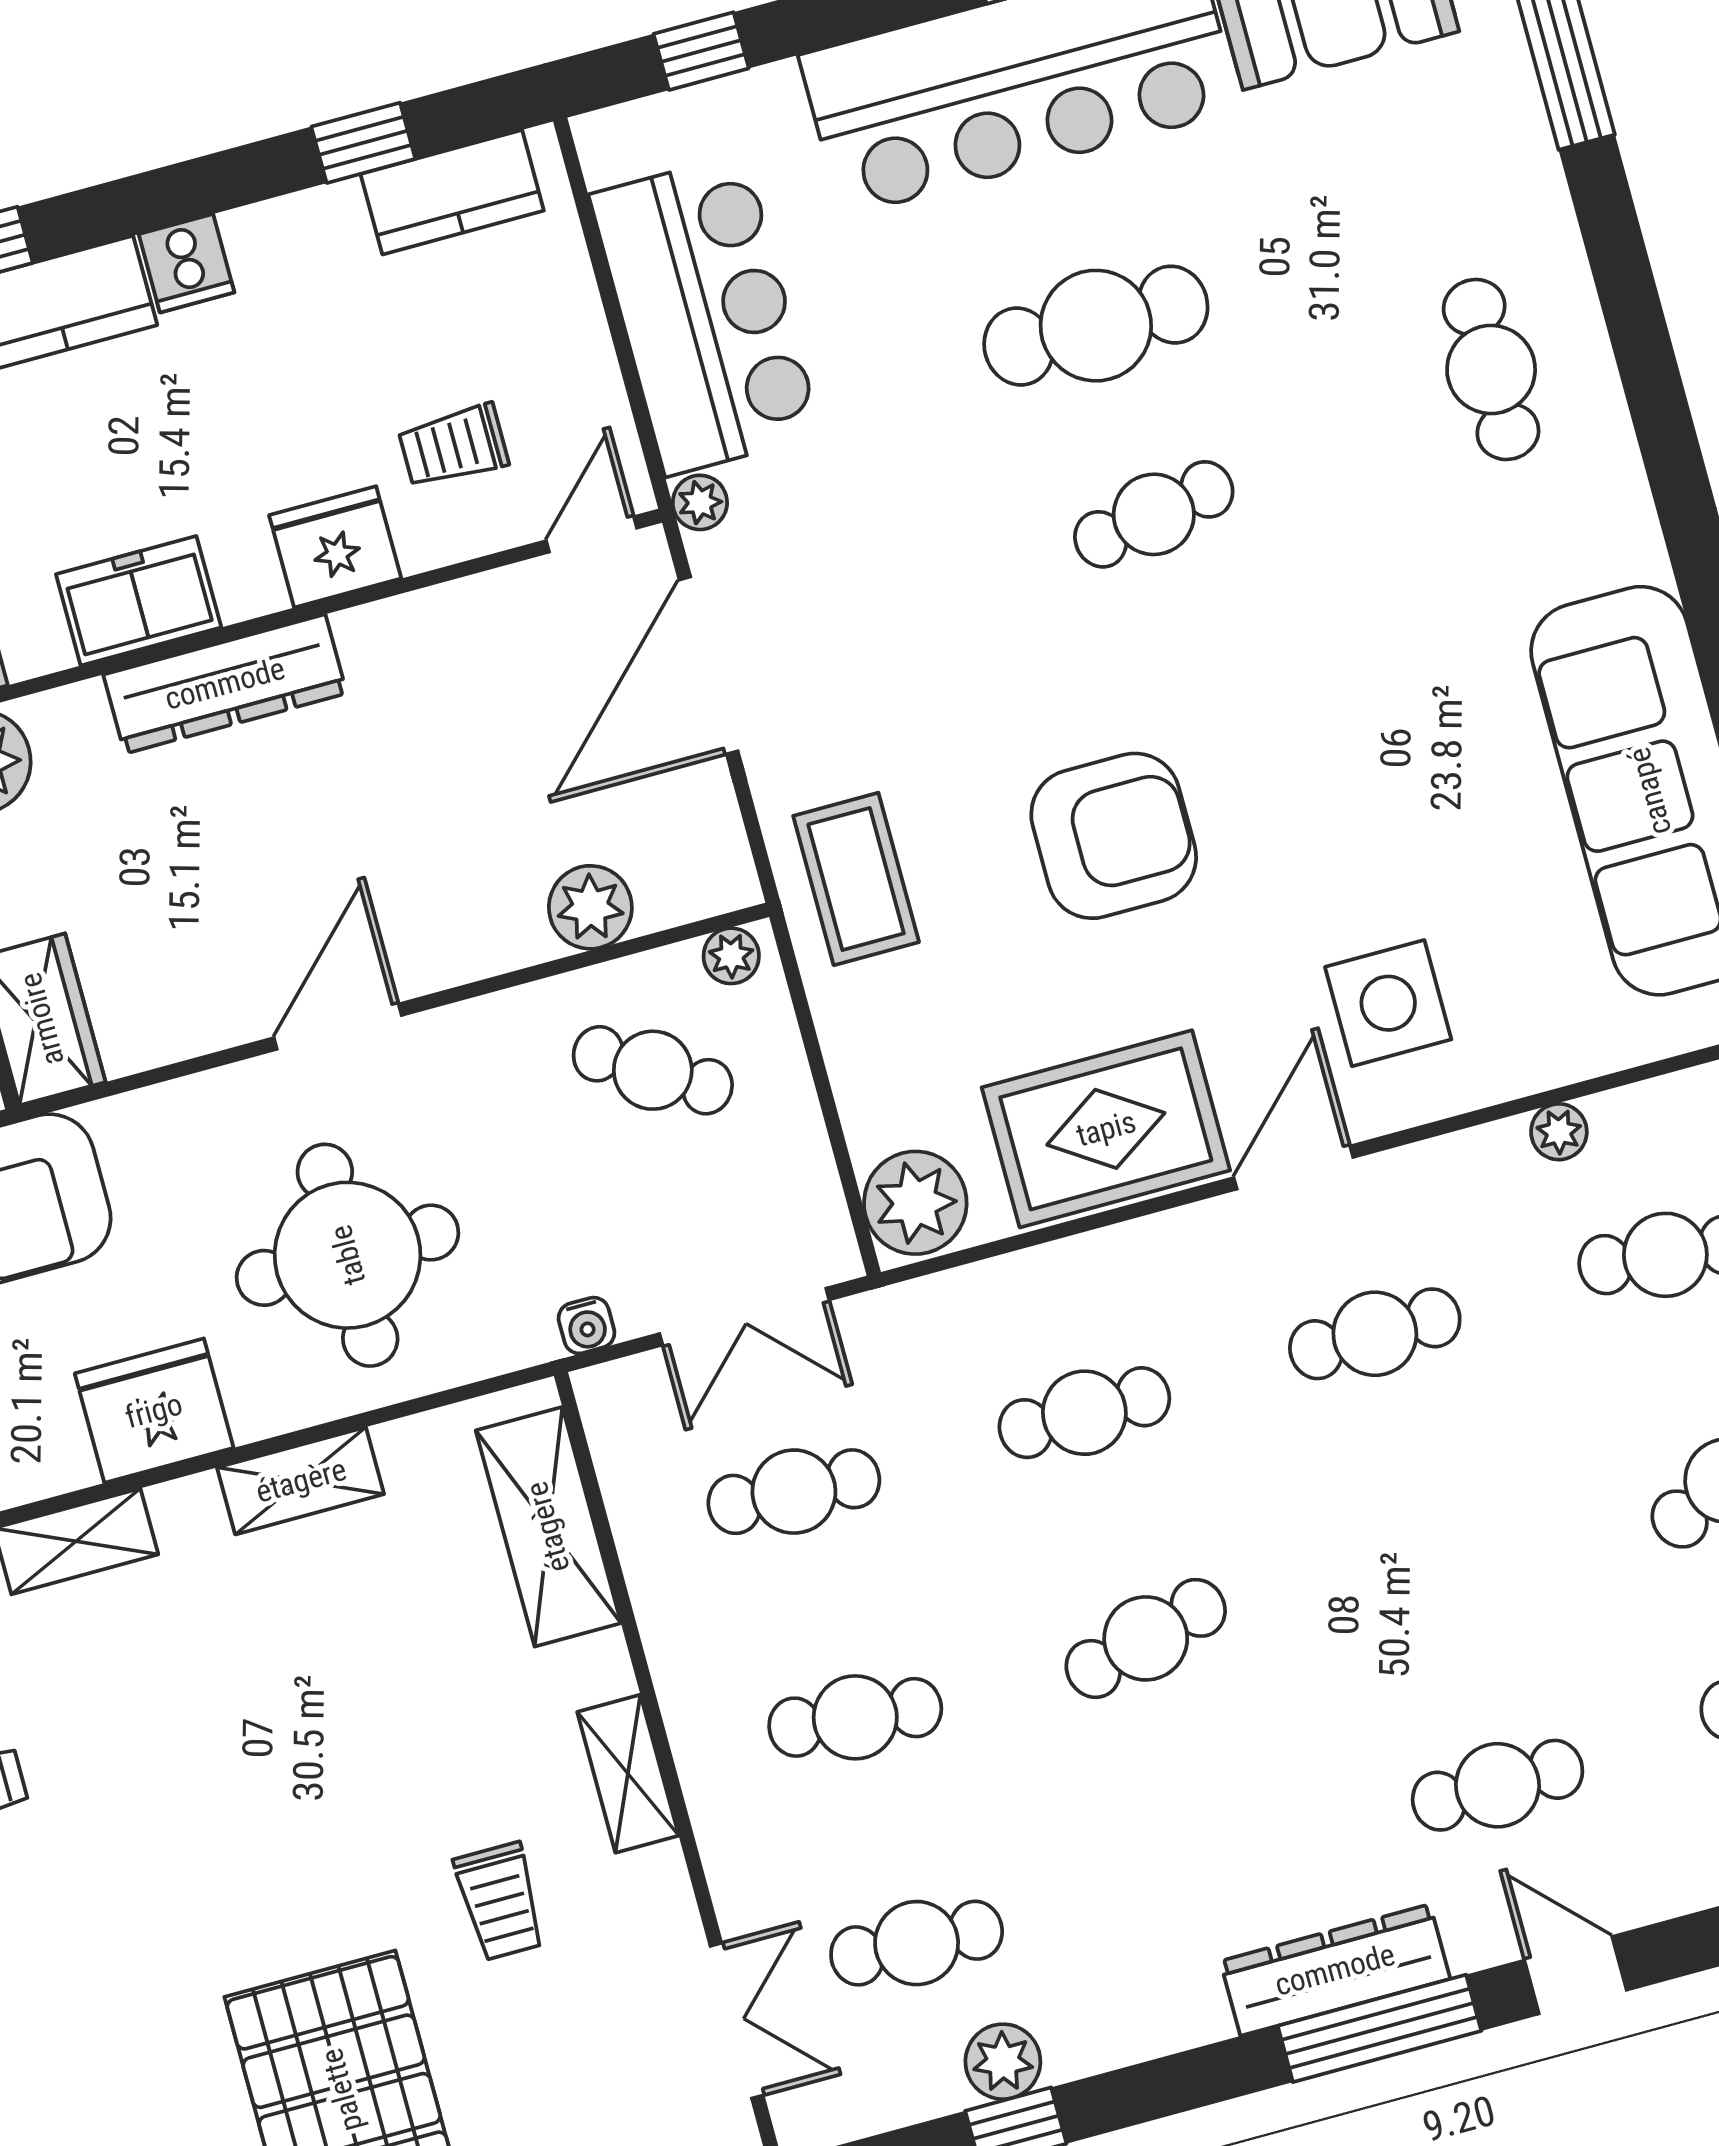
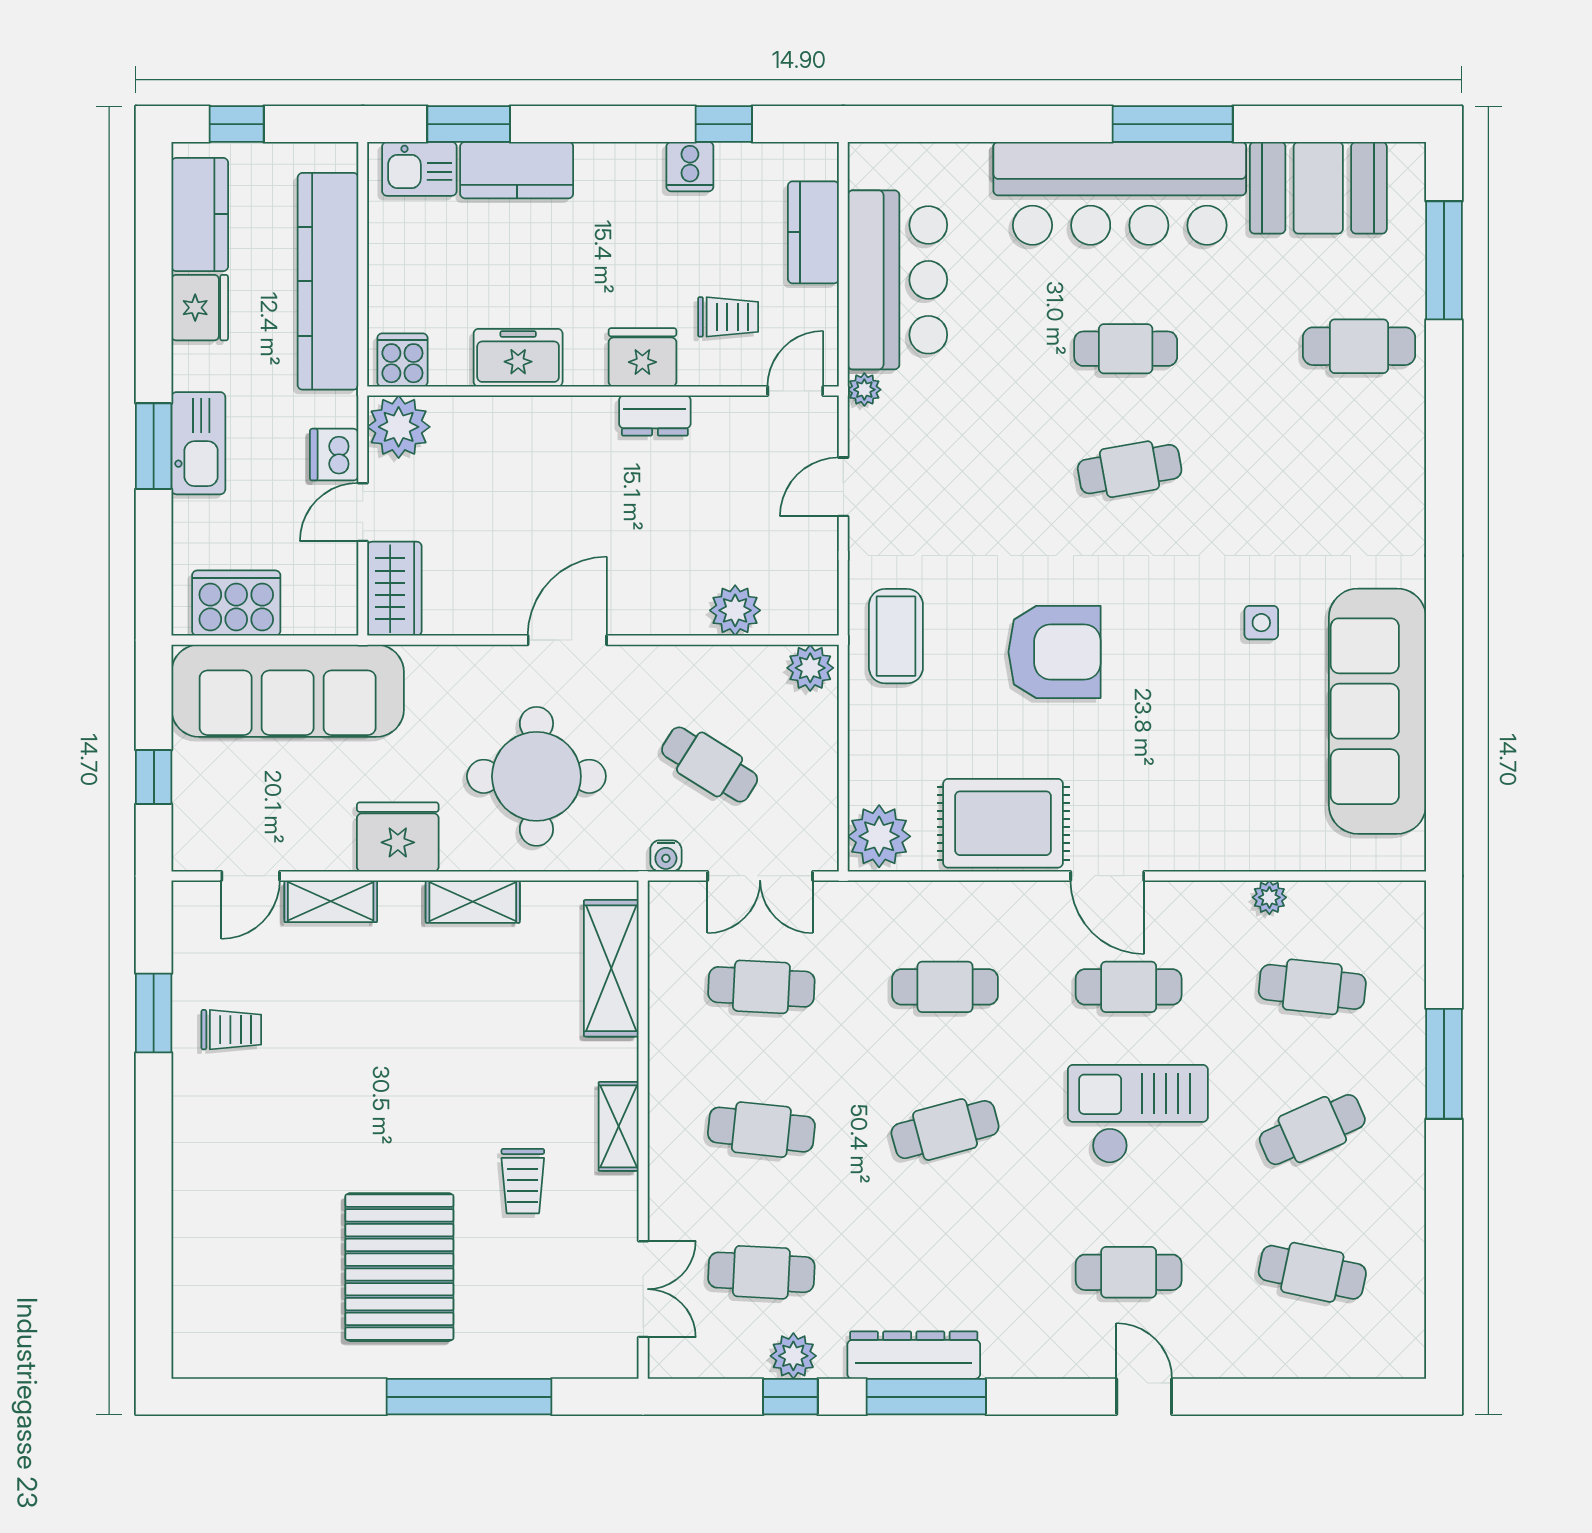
window: (701, 51) -> (937, 124), removed
kitchen counter: (452, 192) -> (813, 232), moved, turned 90
cooker: (187, 263) -> (690, 167), moved
cafe table: (1096, 326) -> (1126, 349), width x0.73, depth x0.74
cafe table: (1491, 369) -> (1359, 346), moved, turned 90
trolley: (453, 446) -> (728, 317), turned 180
door: (709, 665) -> (843, 487), width x0.53
dresser: (225, 684) -> (655, 416), moved, width x0.51, depth x0.80
plant: (731, 956) -> (810, 668), width x1.38, depth x1.38
side table: (1388, 1003) -> (1261, 623), moved, width x0.54, depth x0.54
cafe table: (653, 1070) -> (710, 764), moved
door: (1293, 1167) -> (1107, 876), swing flipped
checkout: (1444, 1531) -> (1138, 1114), added
dresser: (1335, 1970) -> (914, 1355), moved
window: (1379, 2028) -> (926, 1397), moved

